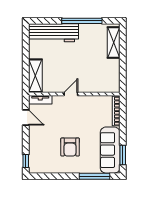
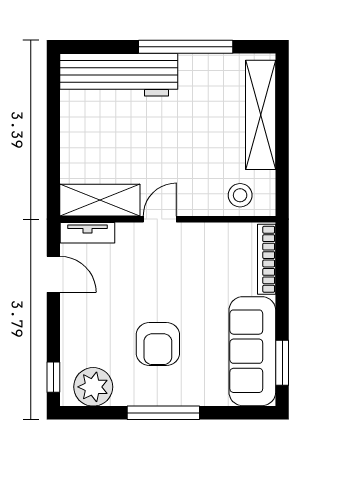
shelving: (114, 42) -> (261, 115), width x1.47
shelving: (35, 76) -> (100, 200), moved, turned 90
stool: (105, 84) -> (240, 195), added
plant: (43, 165) -> (93, 387), added
window: (94, 176) -> (163, 413), moved

